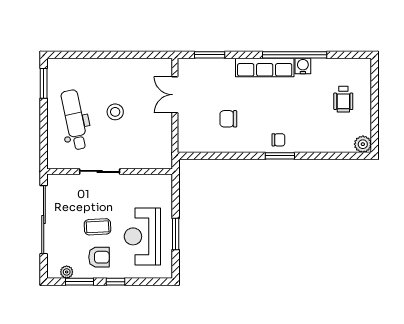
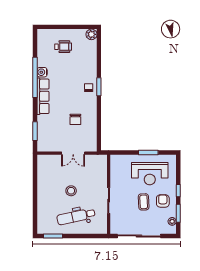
double door: (175, 95) -> (73, 153), moved

